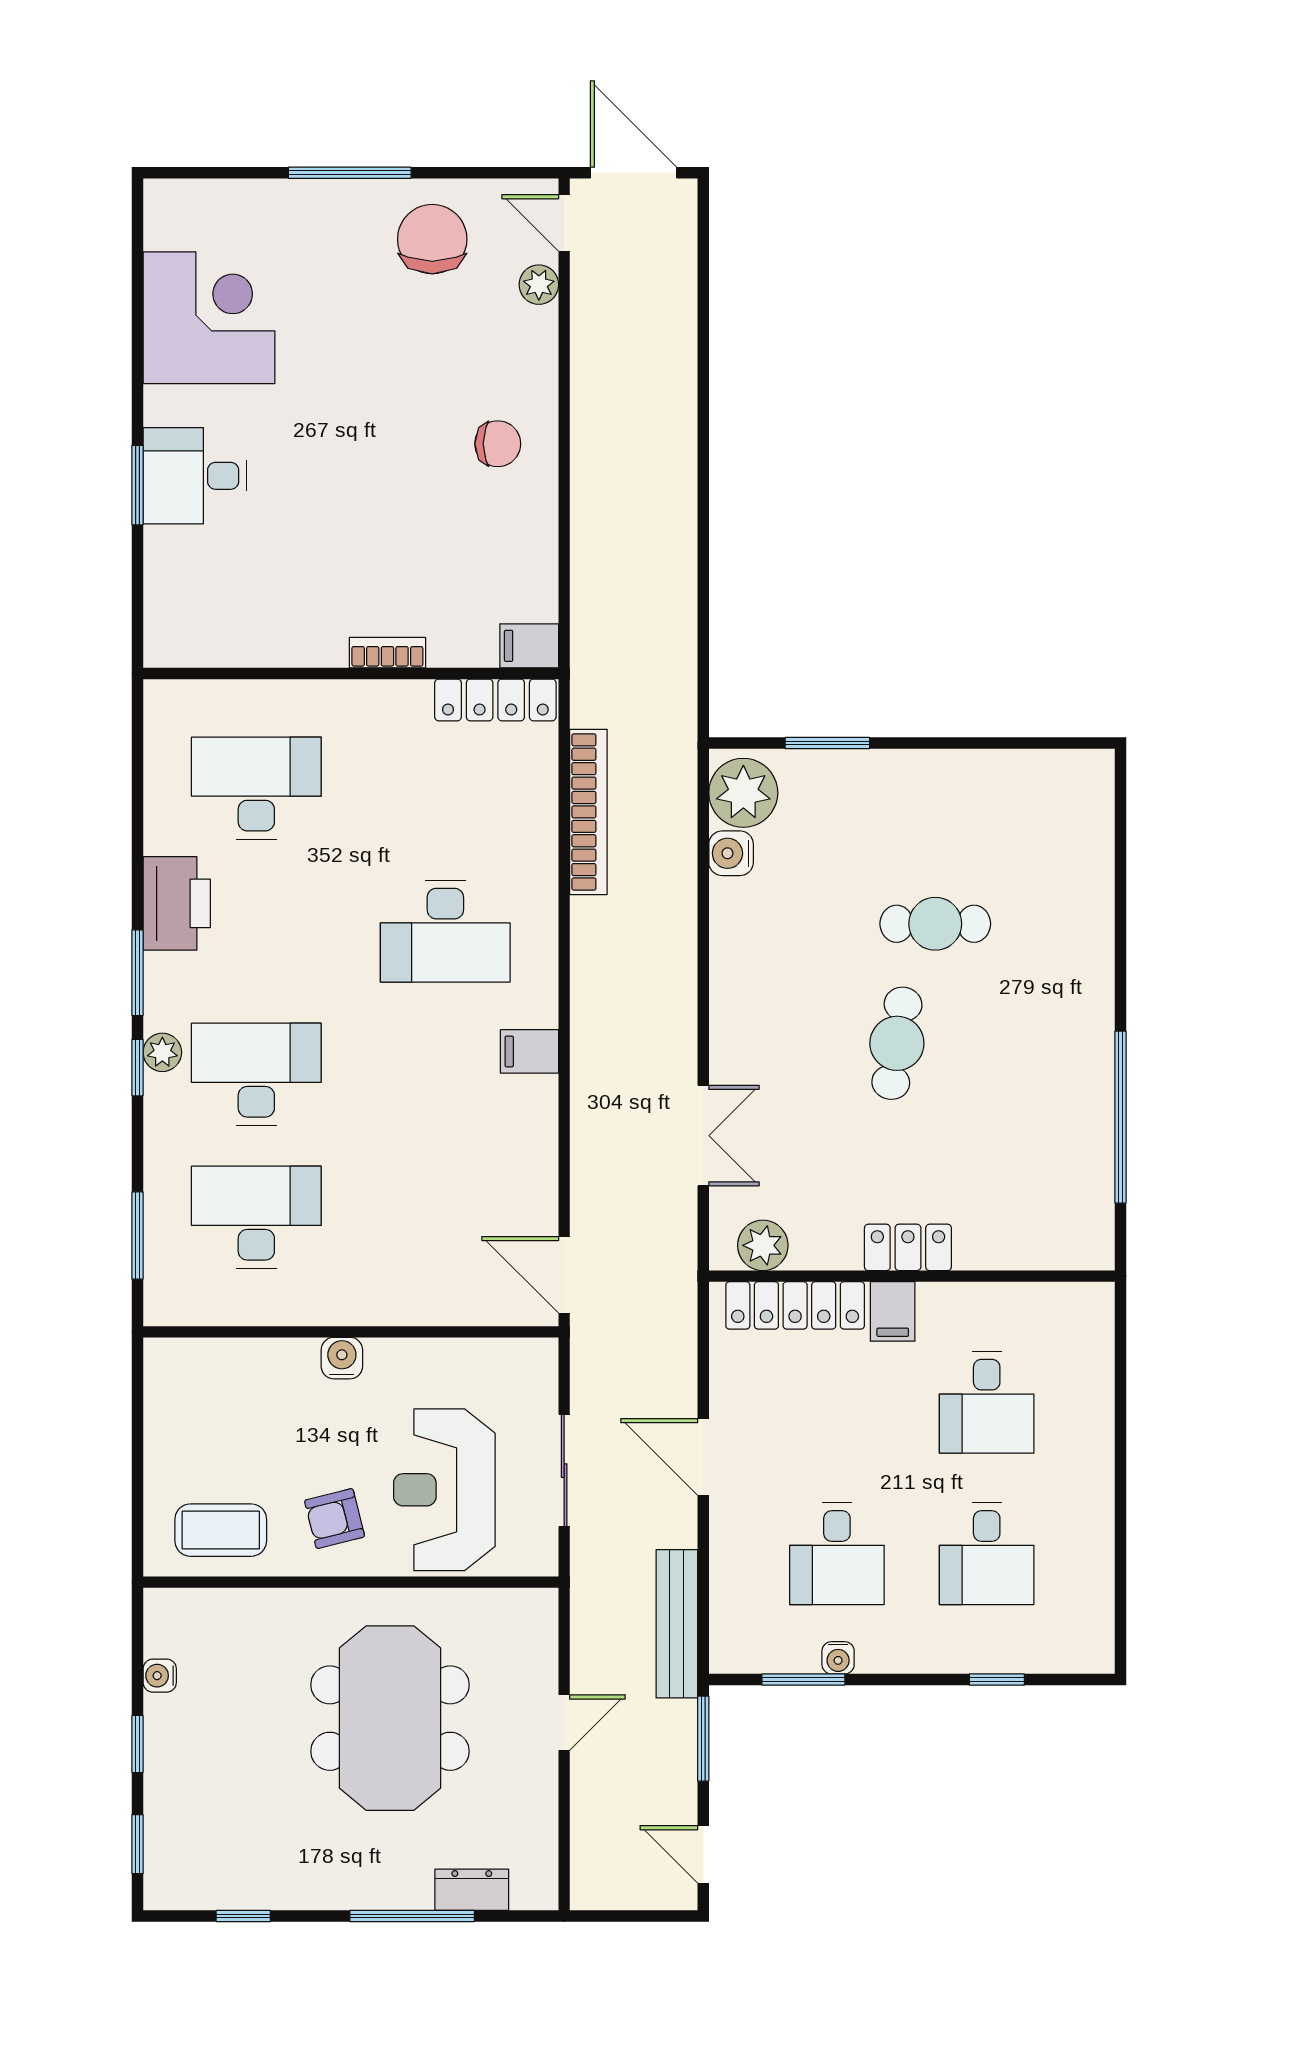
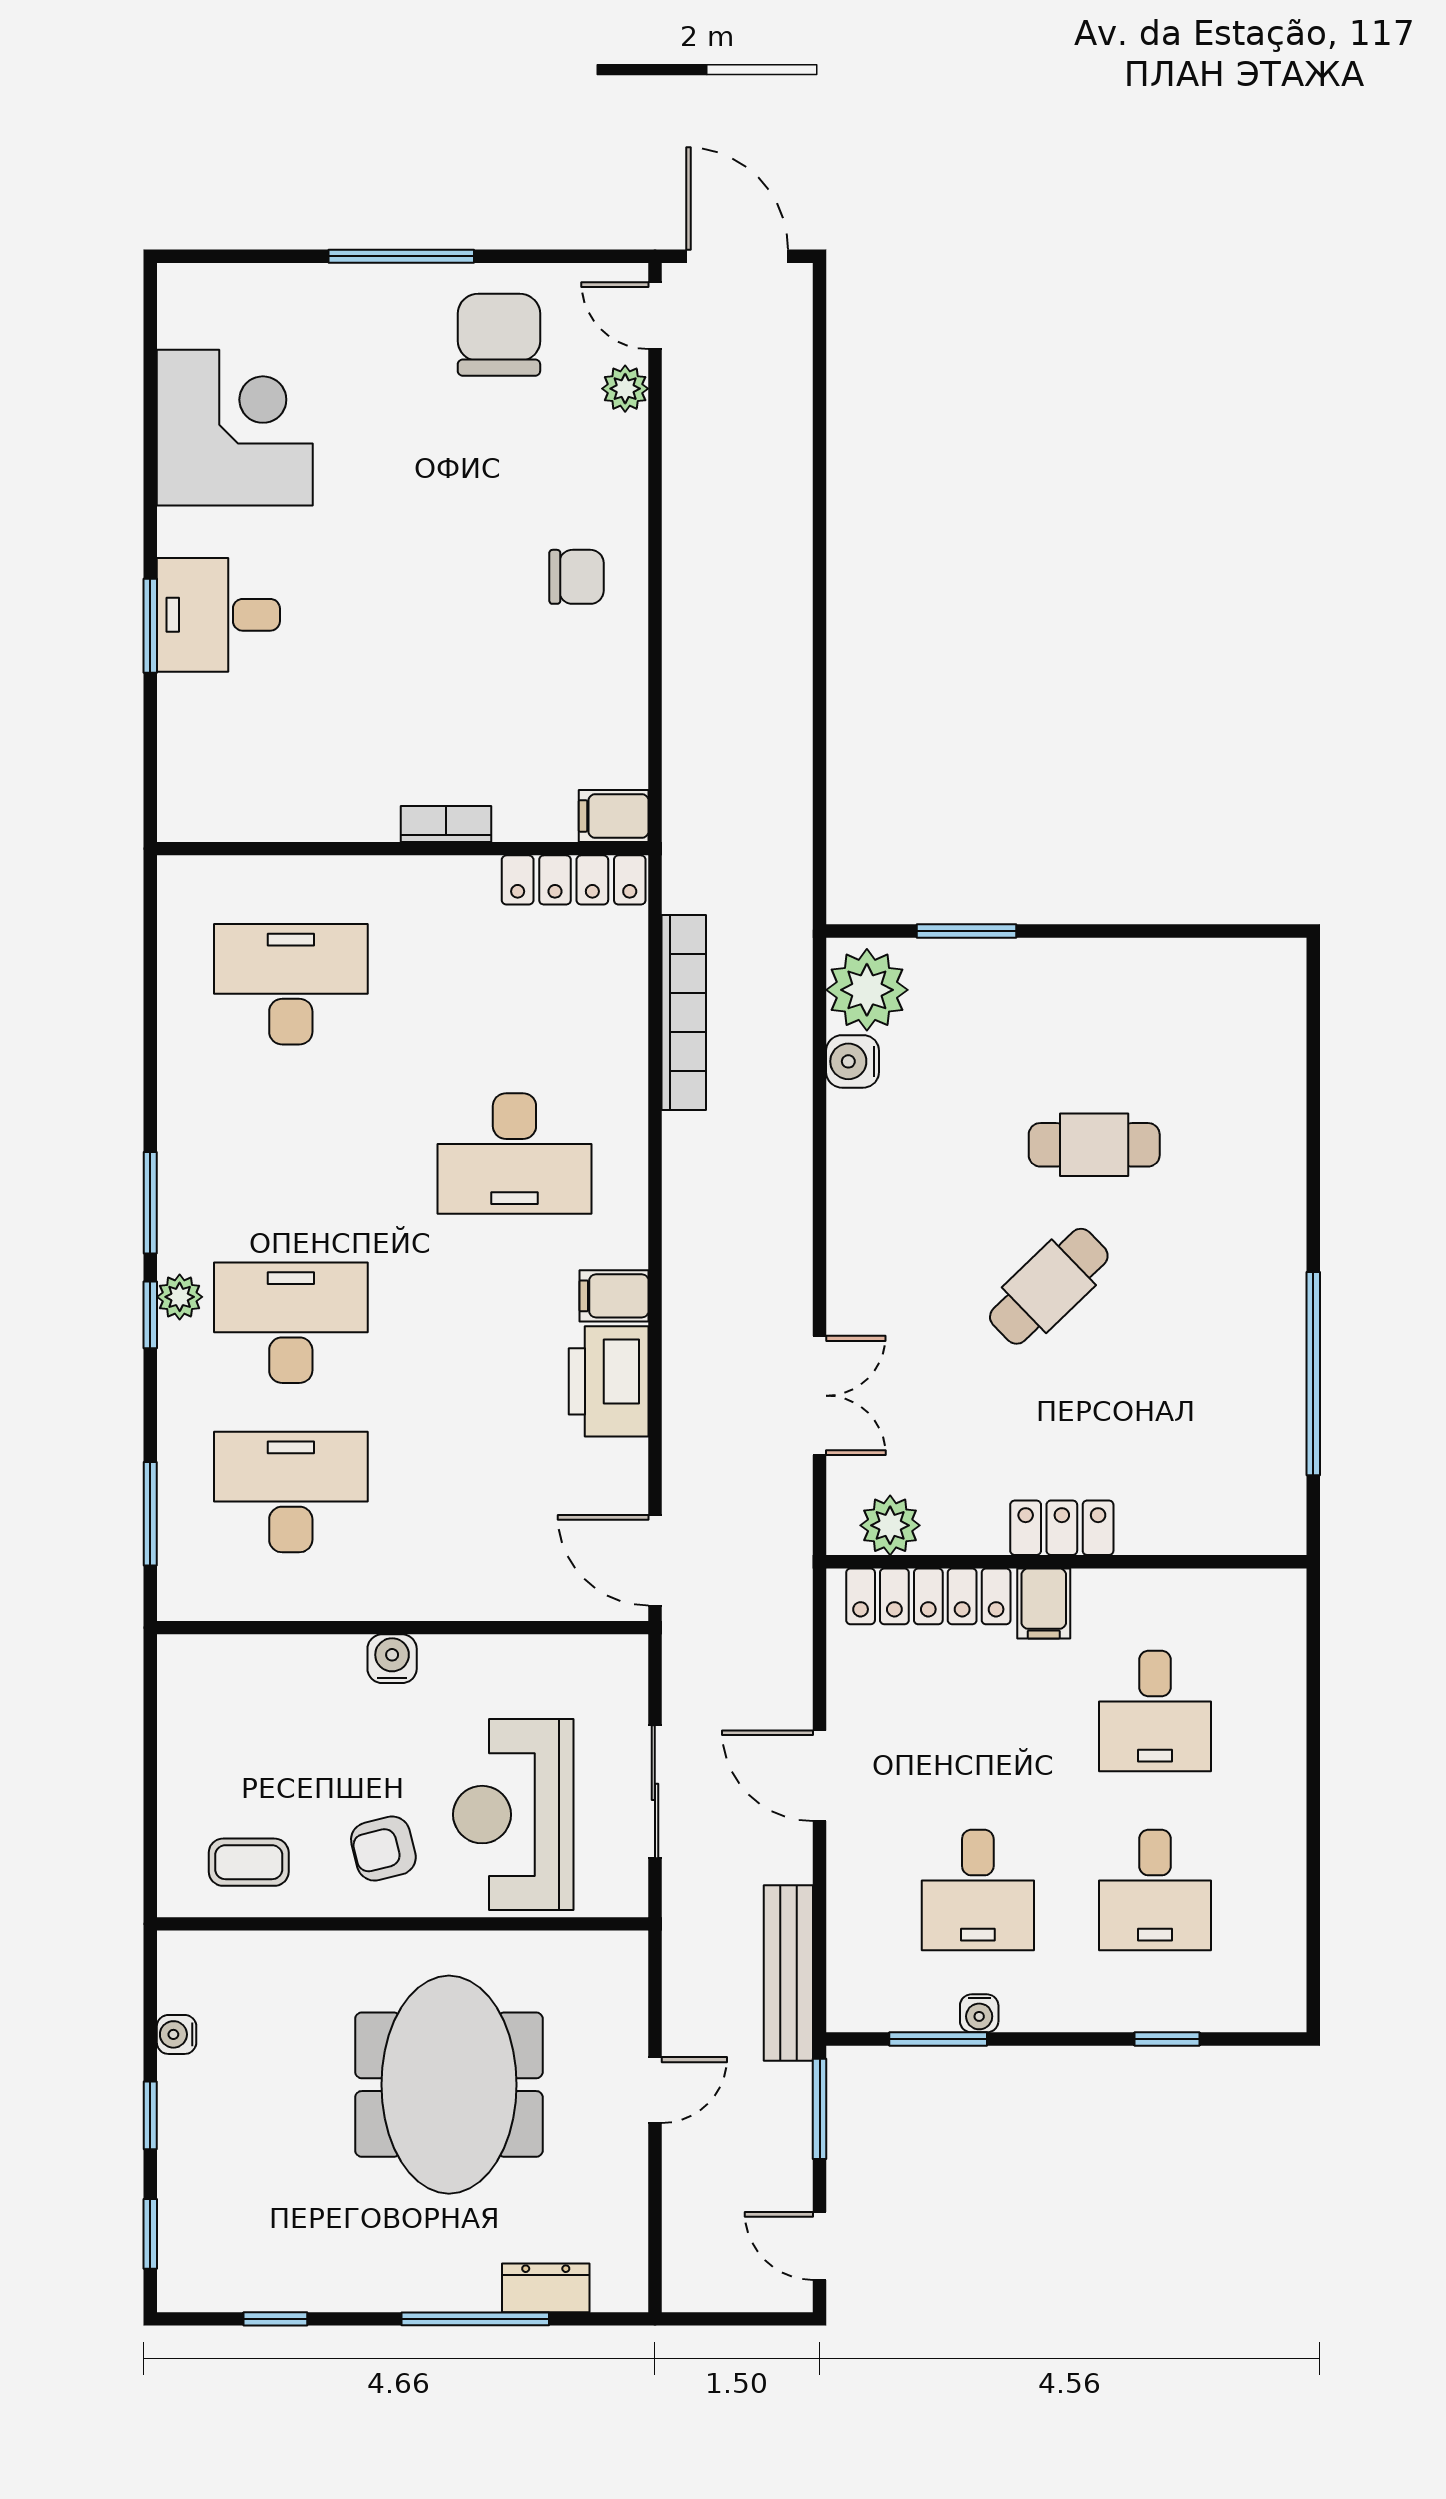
printer: (177, 903) -> (609, 1381), moved, turned 180
cafe table: (897, 1043) -> (1049, 1286), turned 37
coffee table: (221, 1530) -> (249, 1862), width x0.73, depth x0.77

